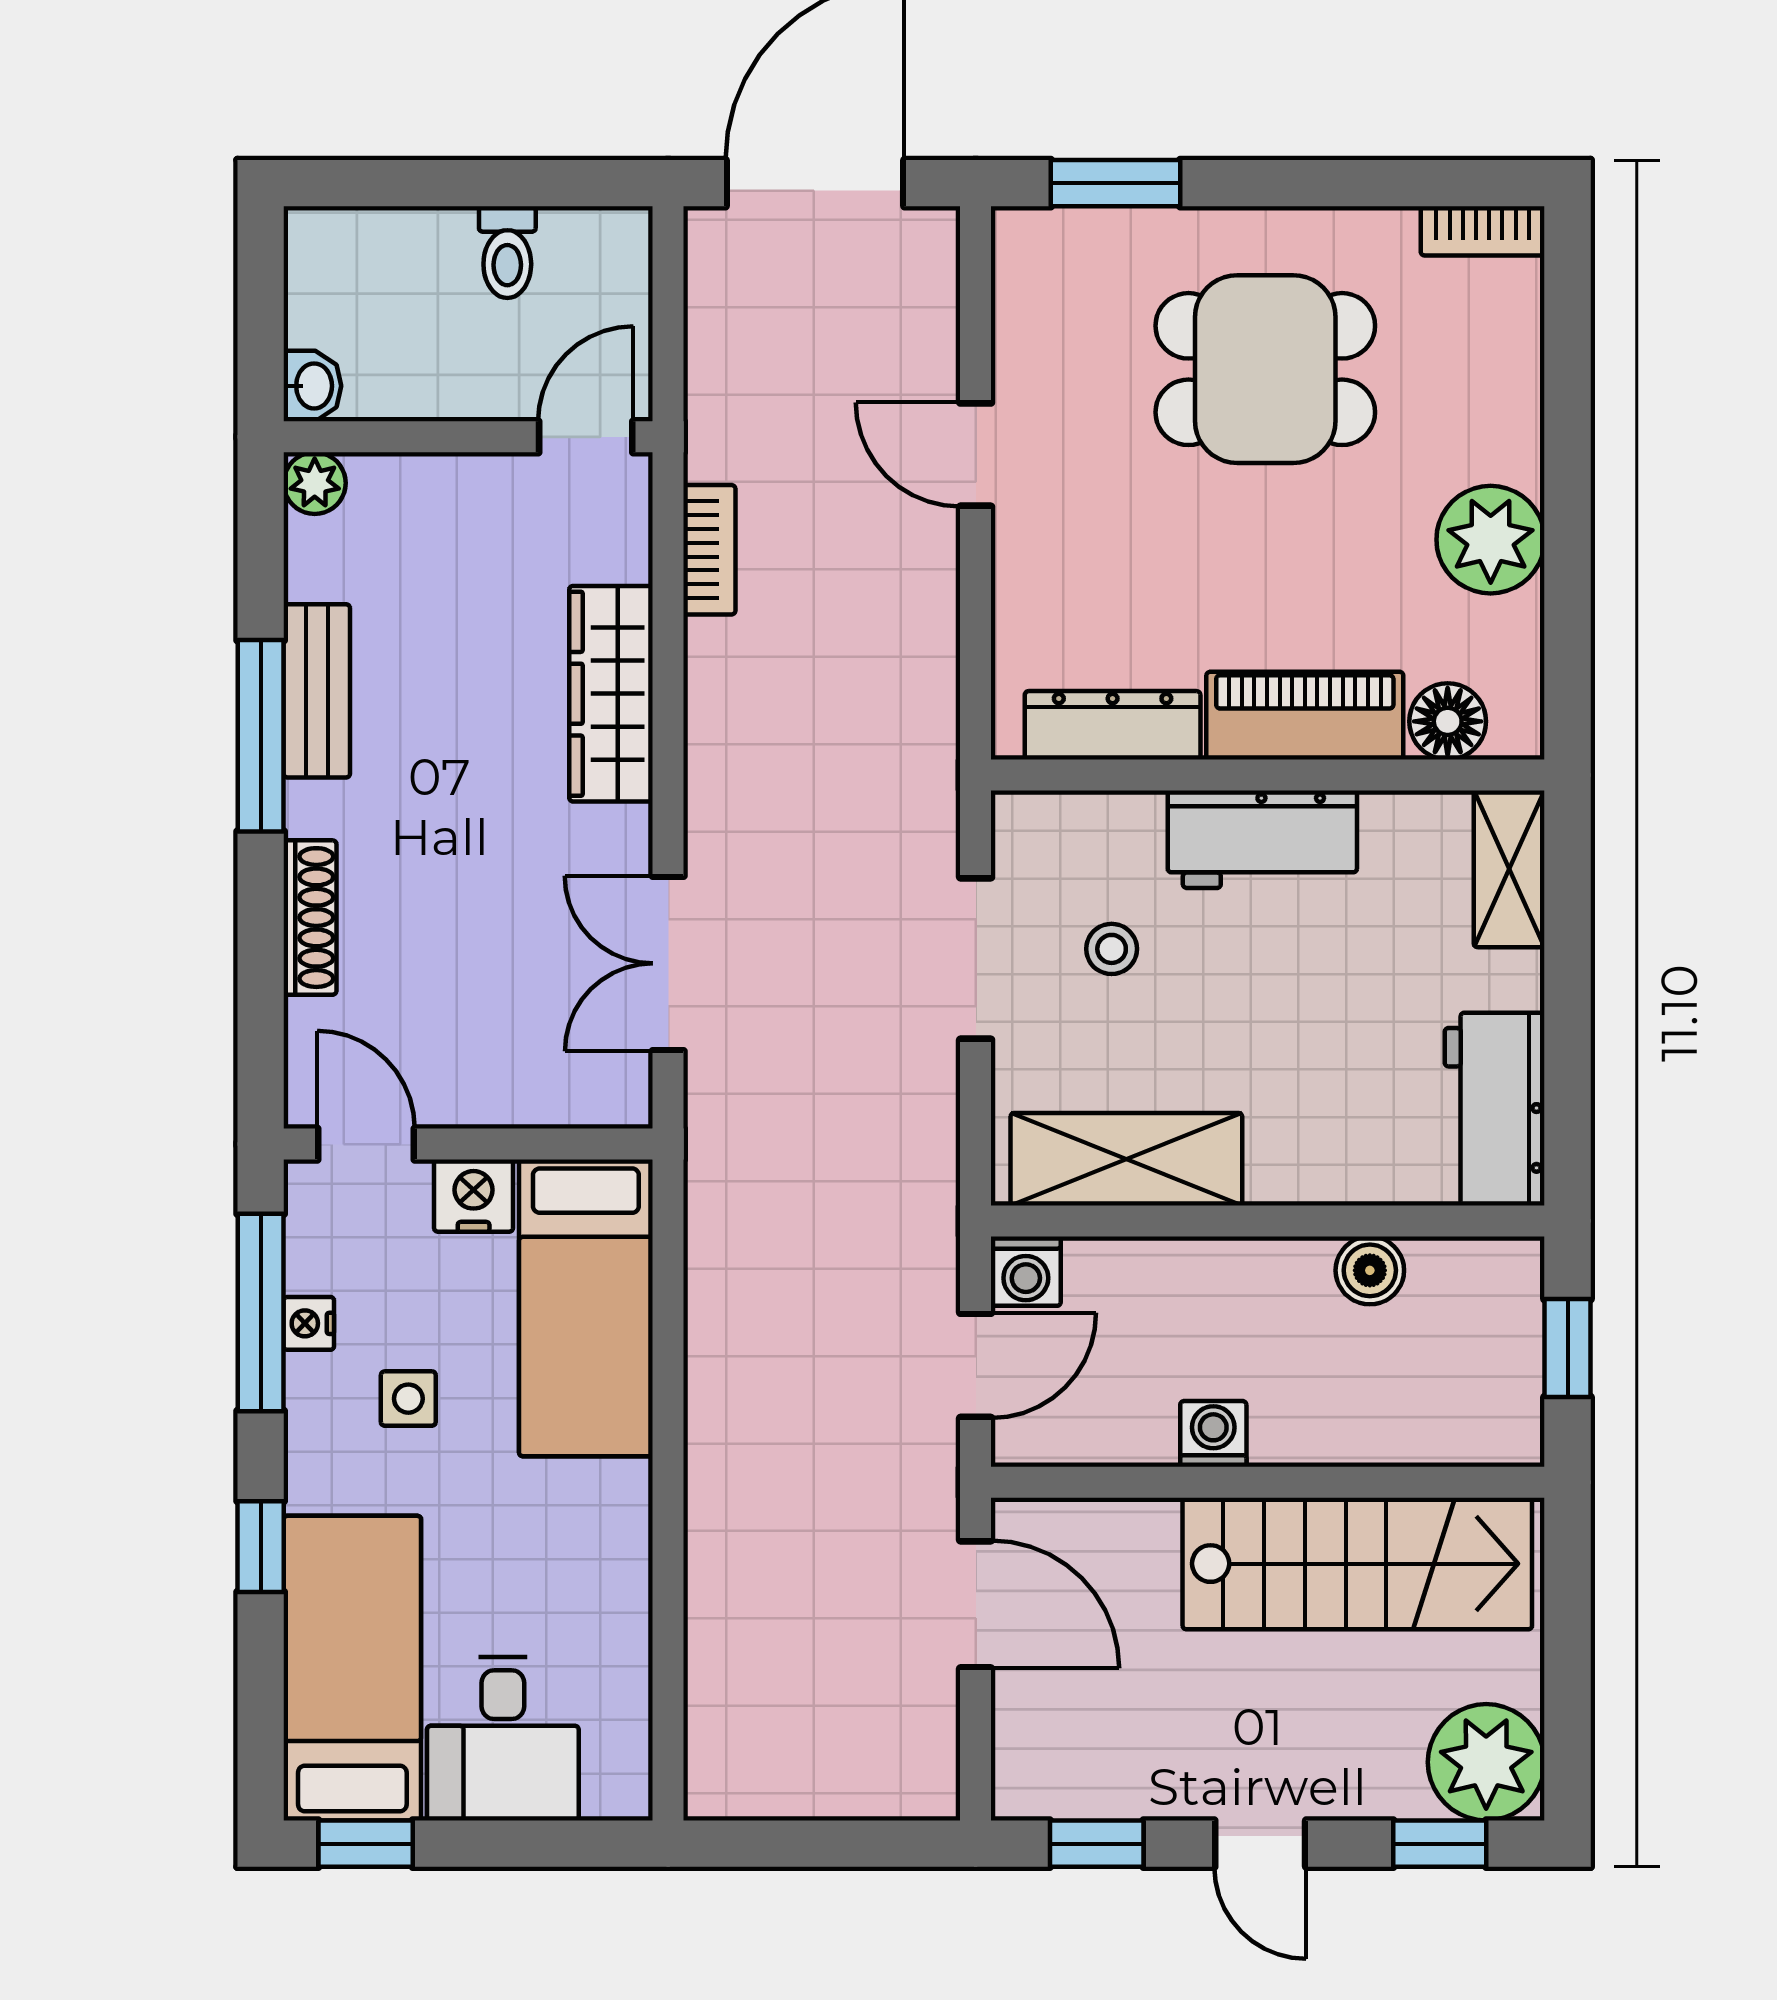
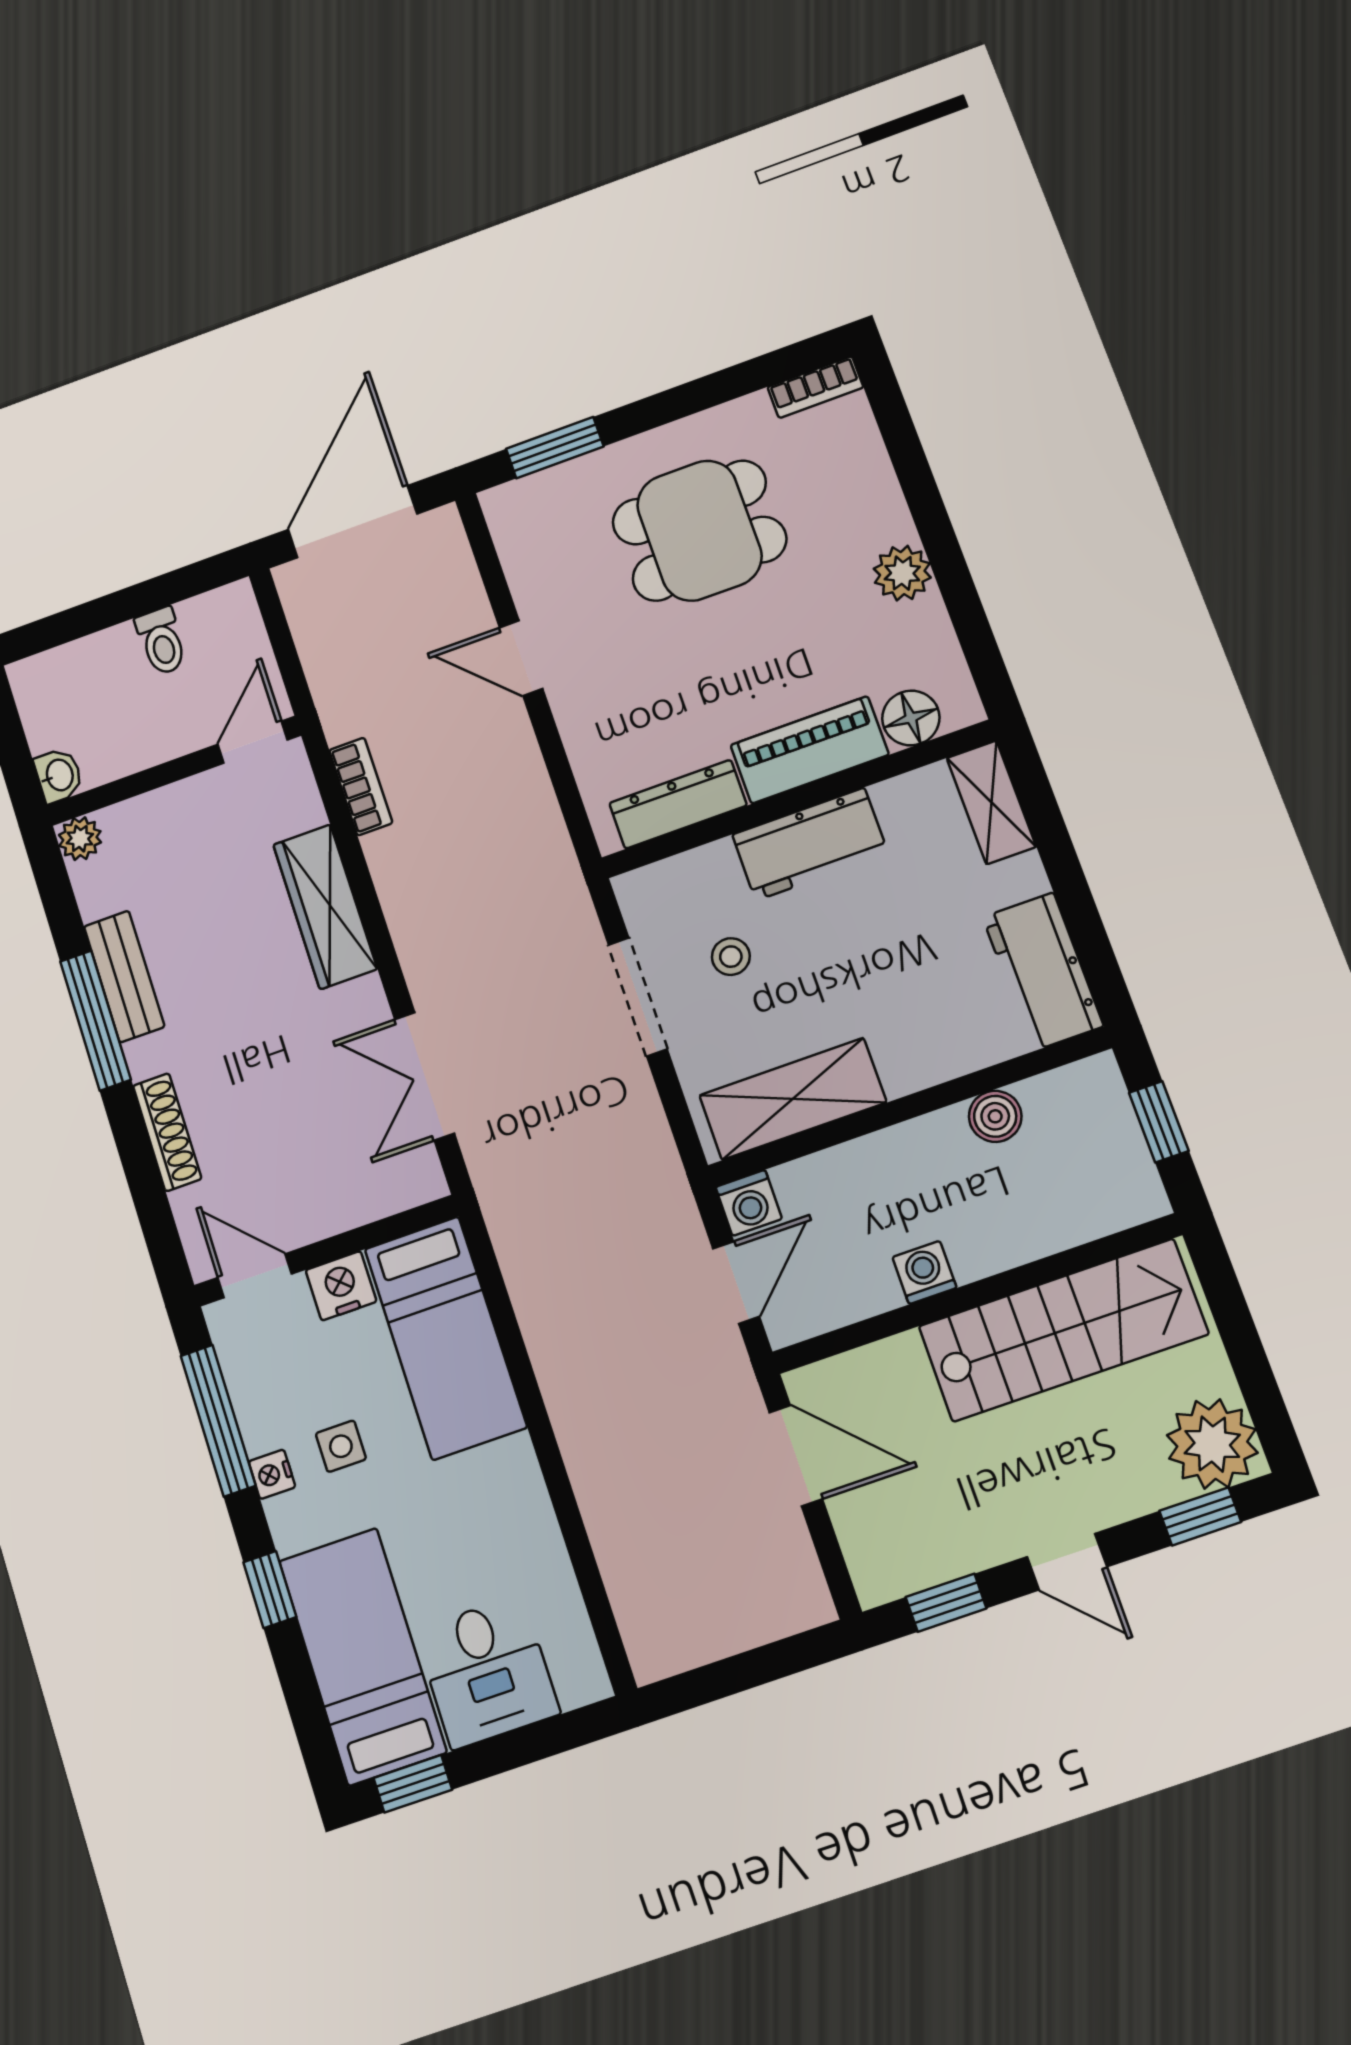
plant: (1491, 540) -> (902, 573), width x0.73, depth x0.73
nightstand: (309, 1323) -> (272, 1474), moved

